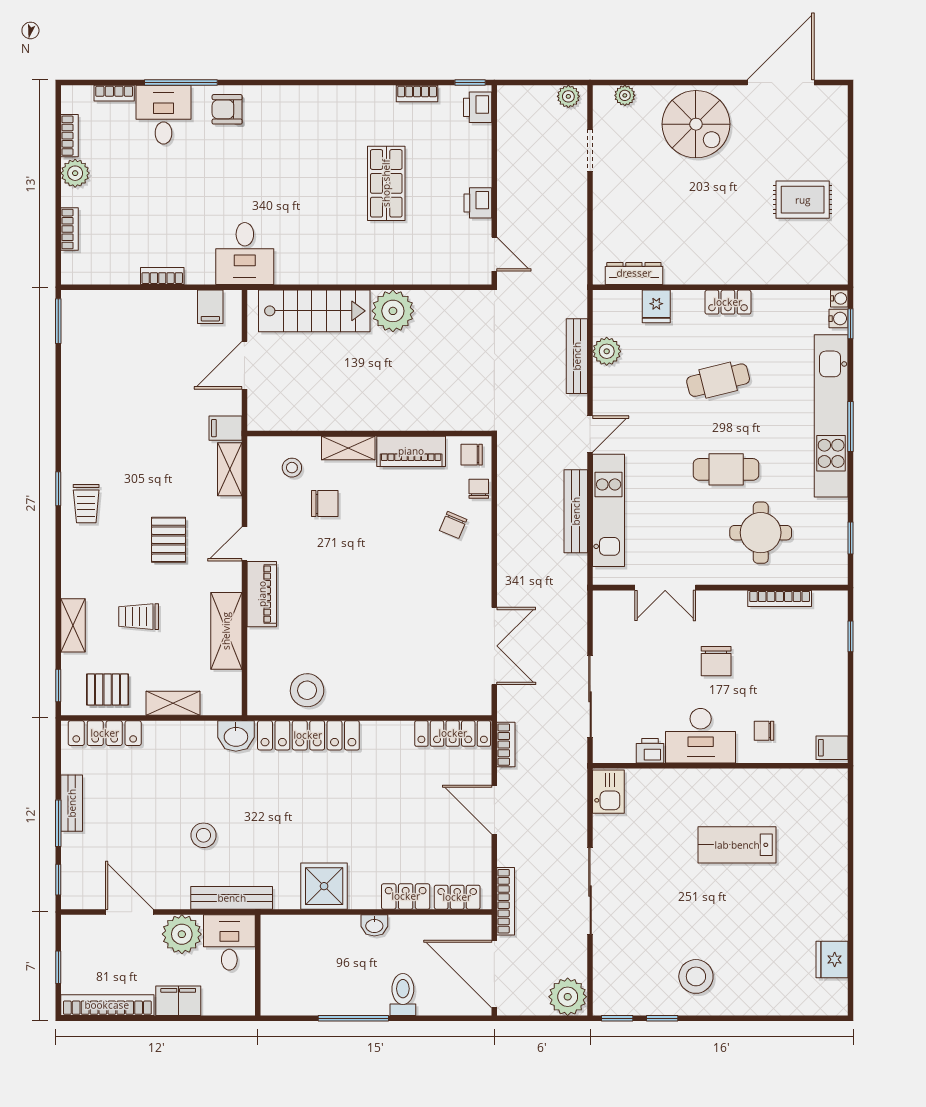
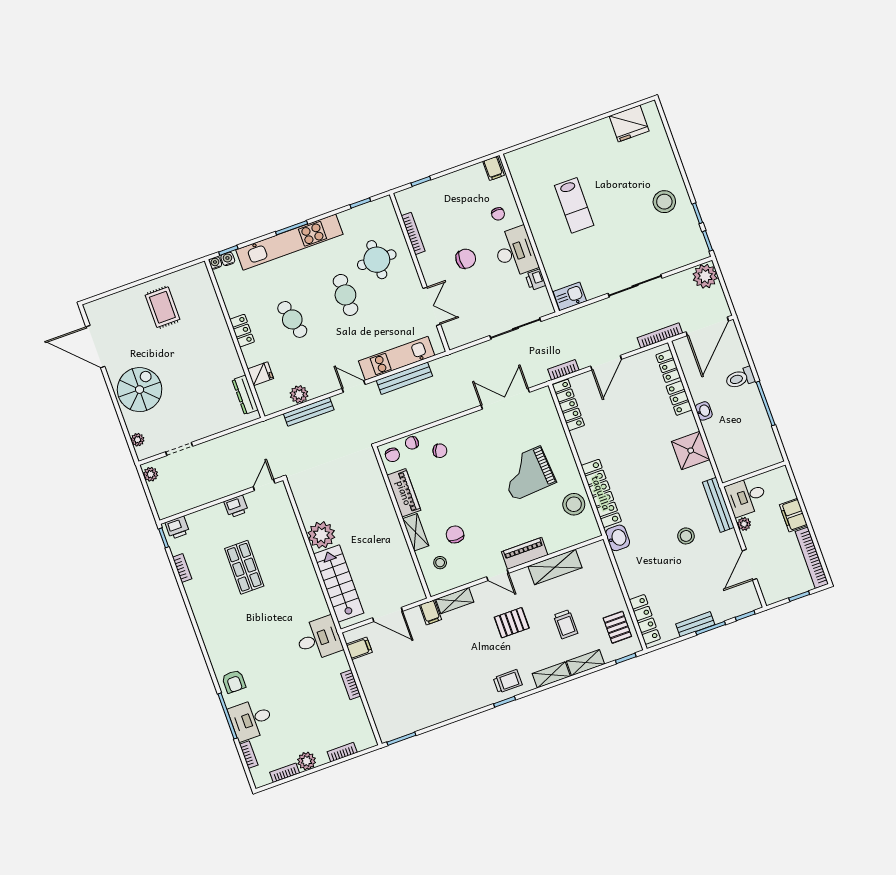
shop shelf: (386, 183) -> (244, 567), turned 90
grand piano: (376, 639) -> (527, 473), added
shelving: (173, 703) -> (551, 675), moved, turned 90
plant: (182, 934) -> (744, 524), width x0.53, depth x0.53
fridge: (832, 959) -> (629, 123), width x1.36, depth x1.34

